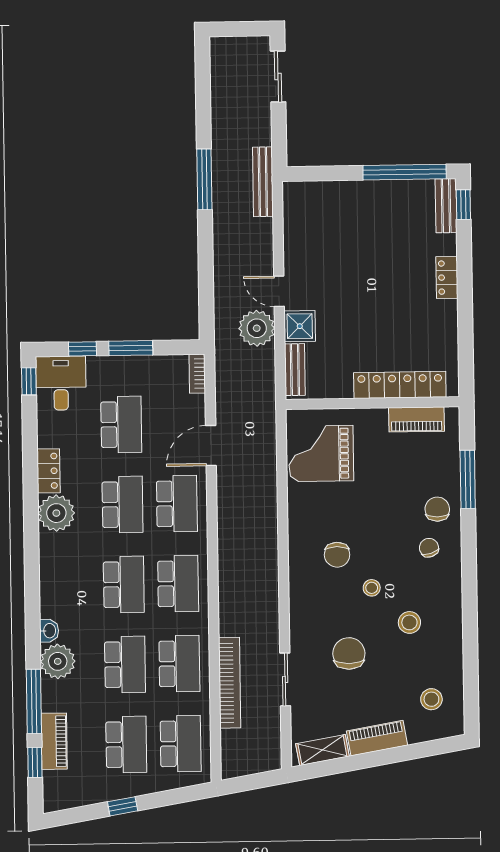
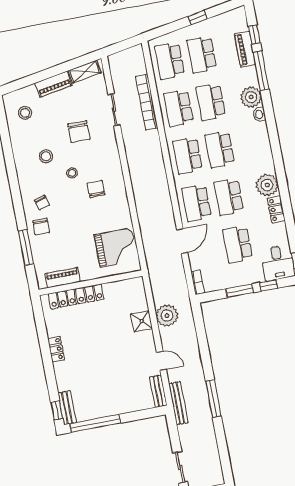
locker: (447, 277) -> (56, 349), moved
door: (279, 291) -> (161, 361), moved
bench: (295, 370) -> (158, 391), moved

